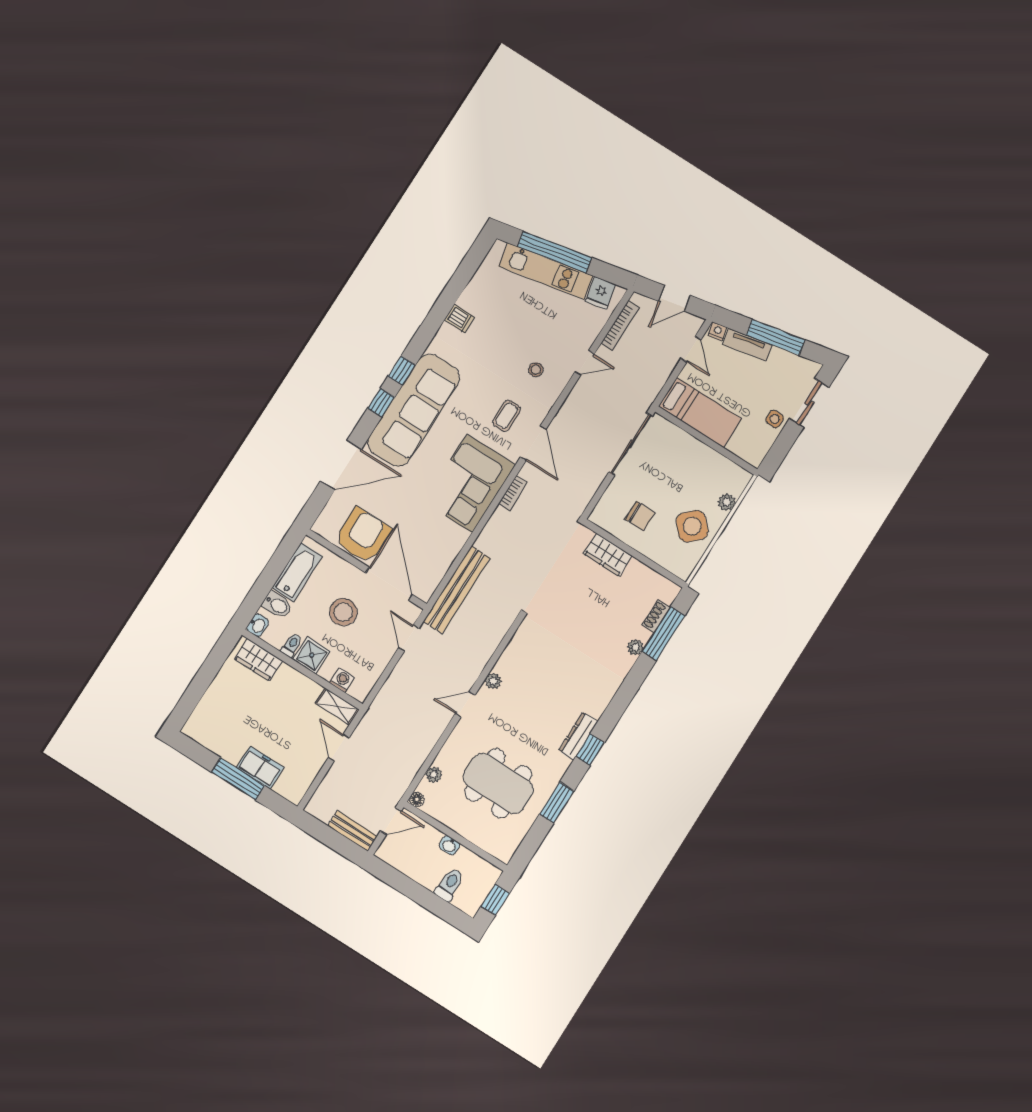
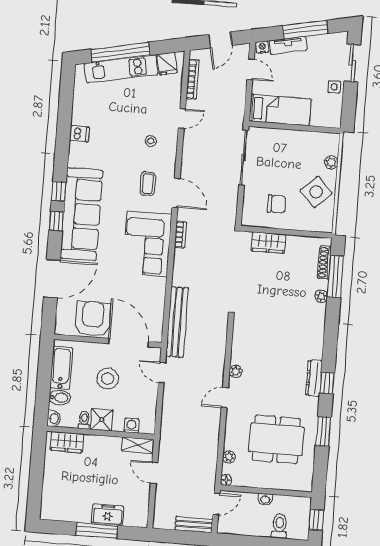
shoe rack: (656, 616) -> (324, 262), width x1.43

